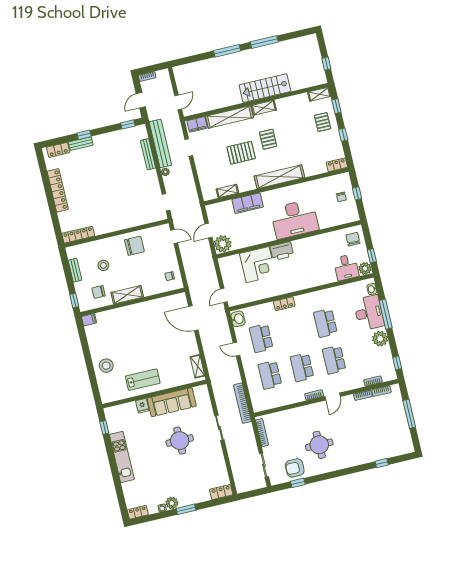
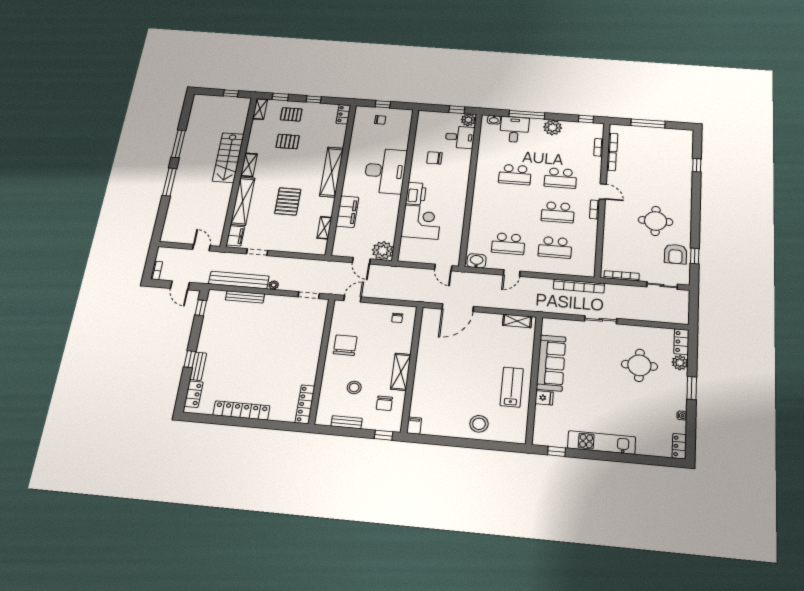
pallet: (268, 139) -> (288, 142), moved
chair: (353, 239) -> (434, 158), moved
locker: (284, 304) -> (477, 209), removed
desk: (369, 313) -> (514, 130), width x0.73
round table: (180, 441) -> (639, 365), moved
plant: (172, 503) -> (680, 363), moved

